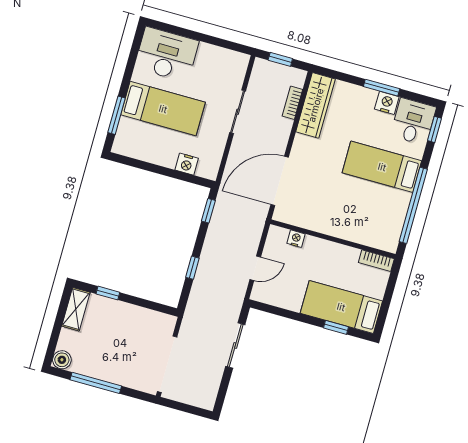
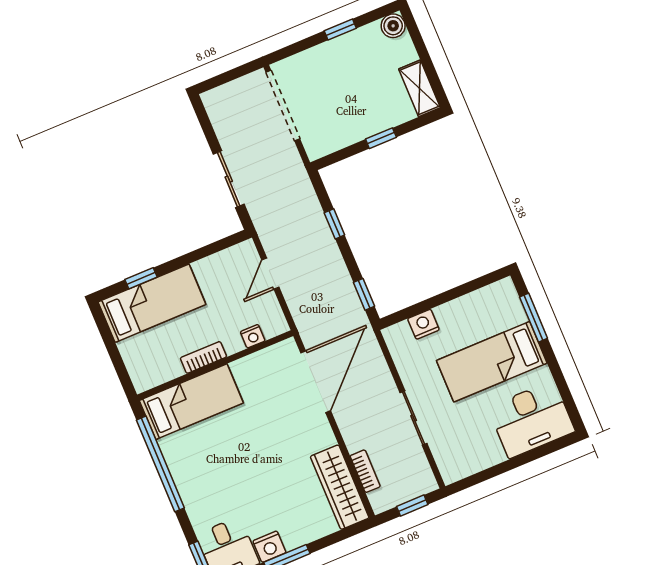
bed: (382, 167) -> (191, 402), moved
bookcase: (376, 261) -> (203, 357), moved
window: (108, 293) -> (381, 138), moved
window: (96, 383) -> (340, 30), width x0.46

